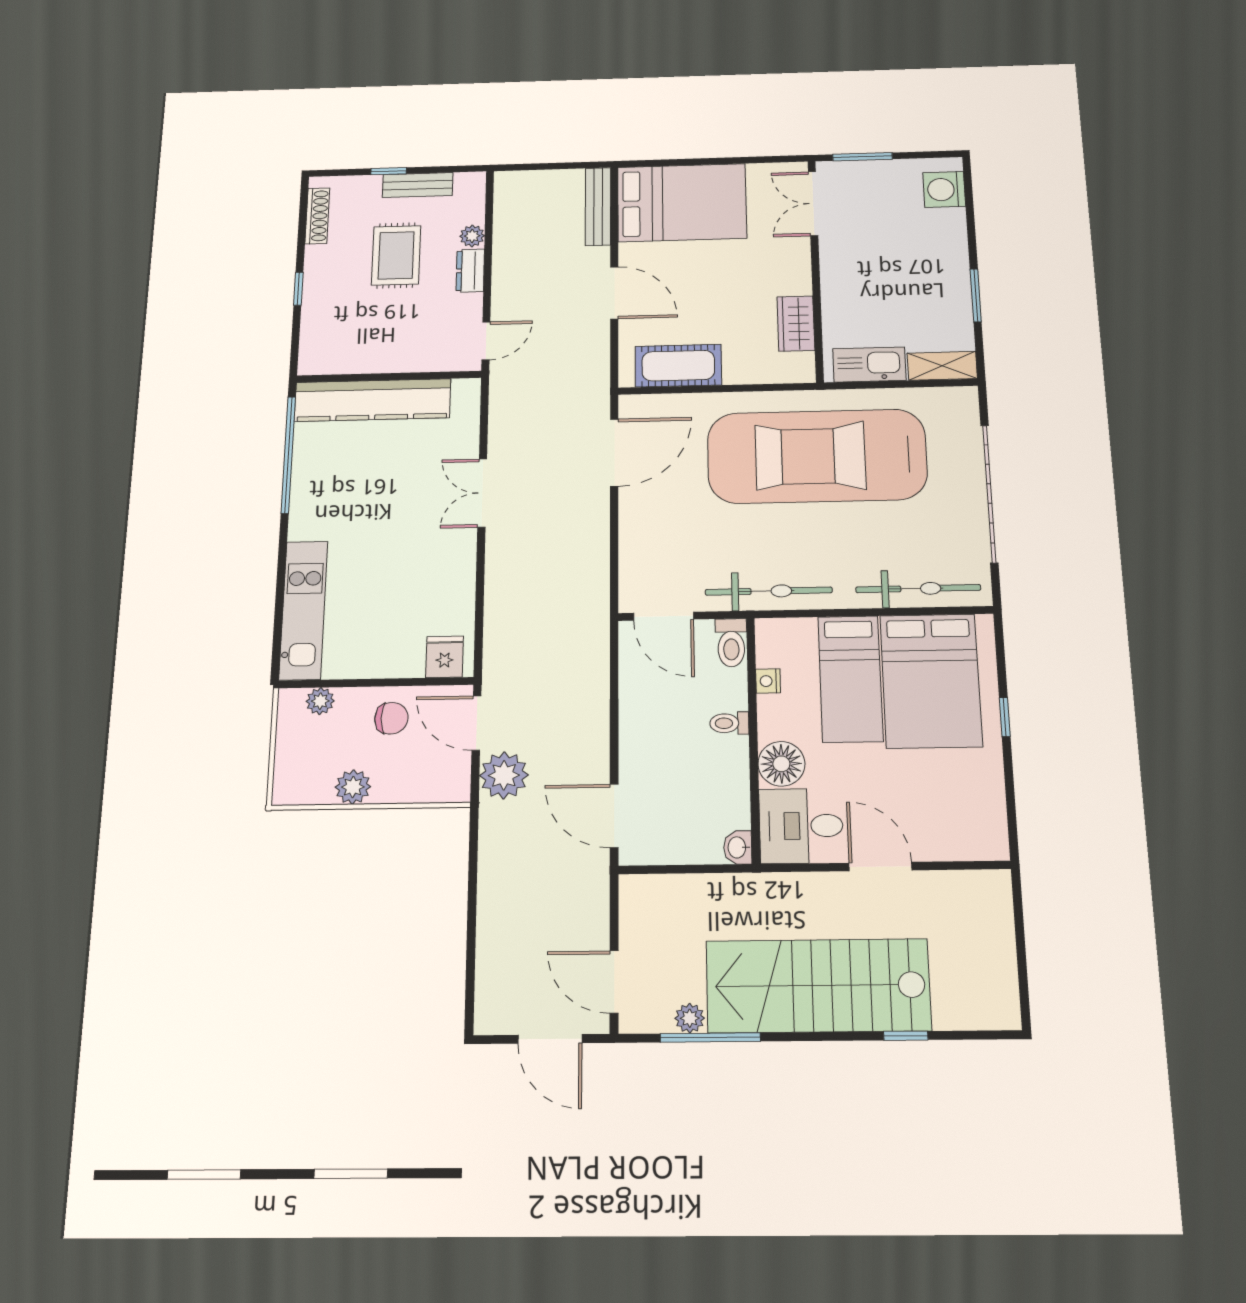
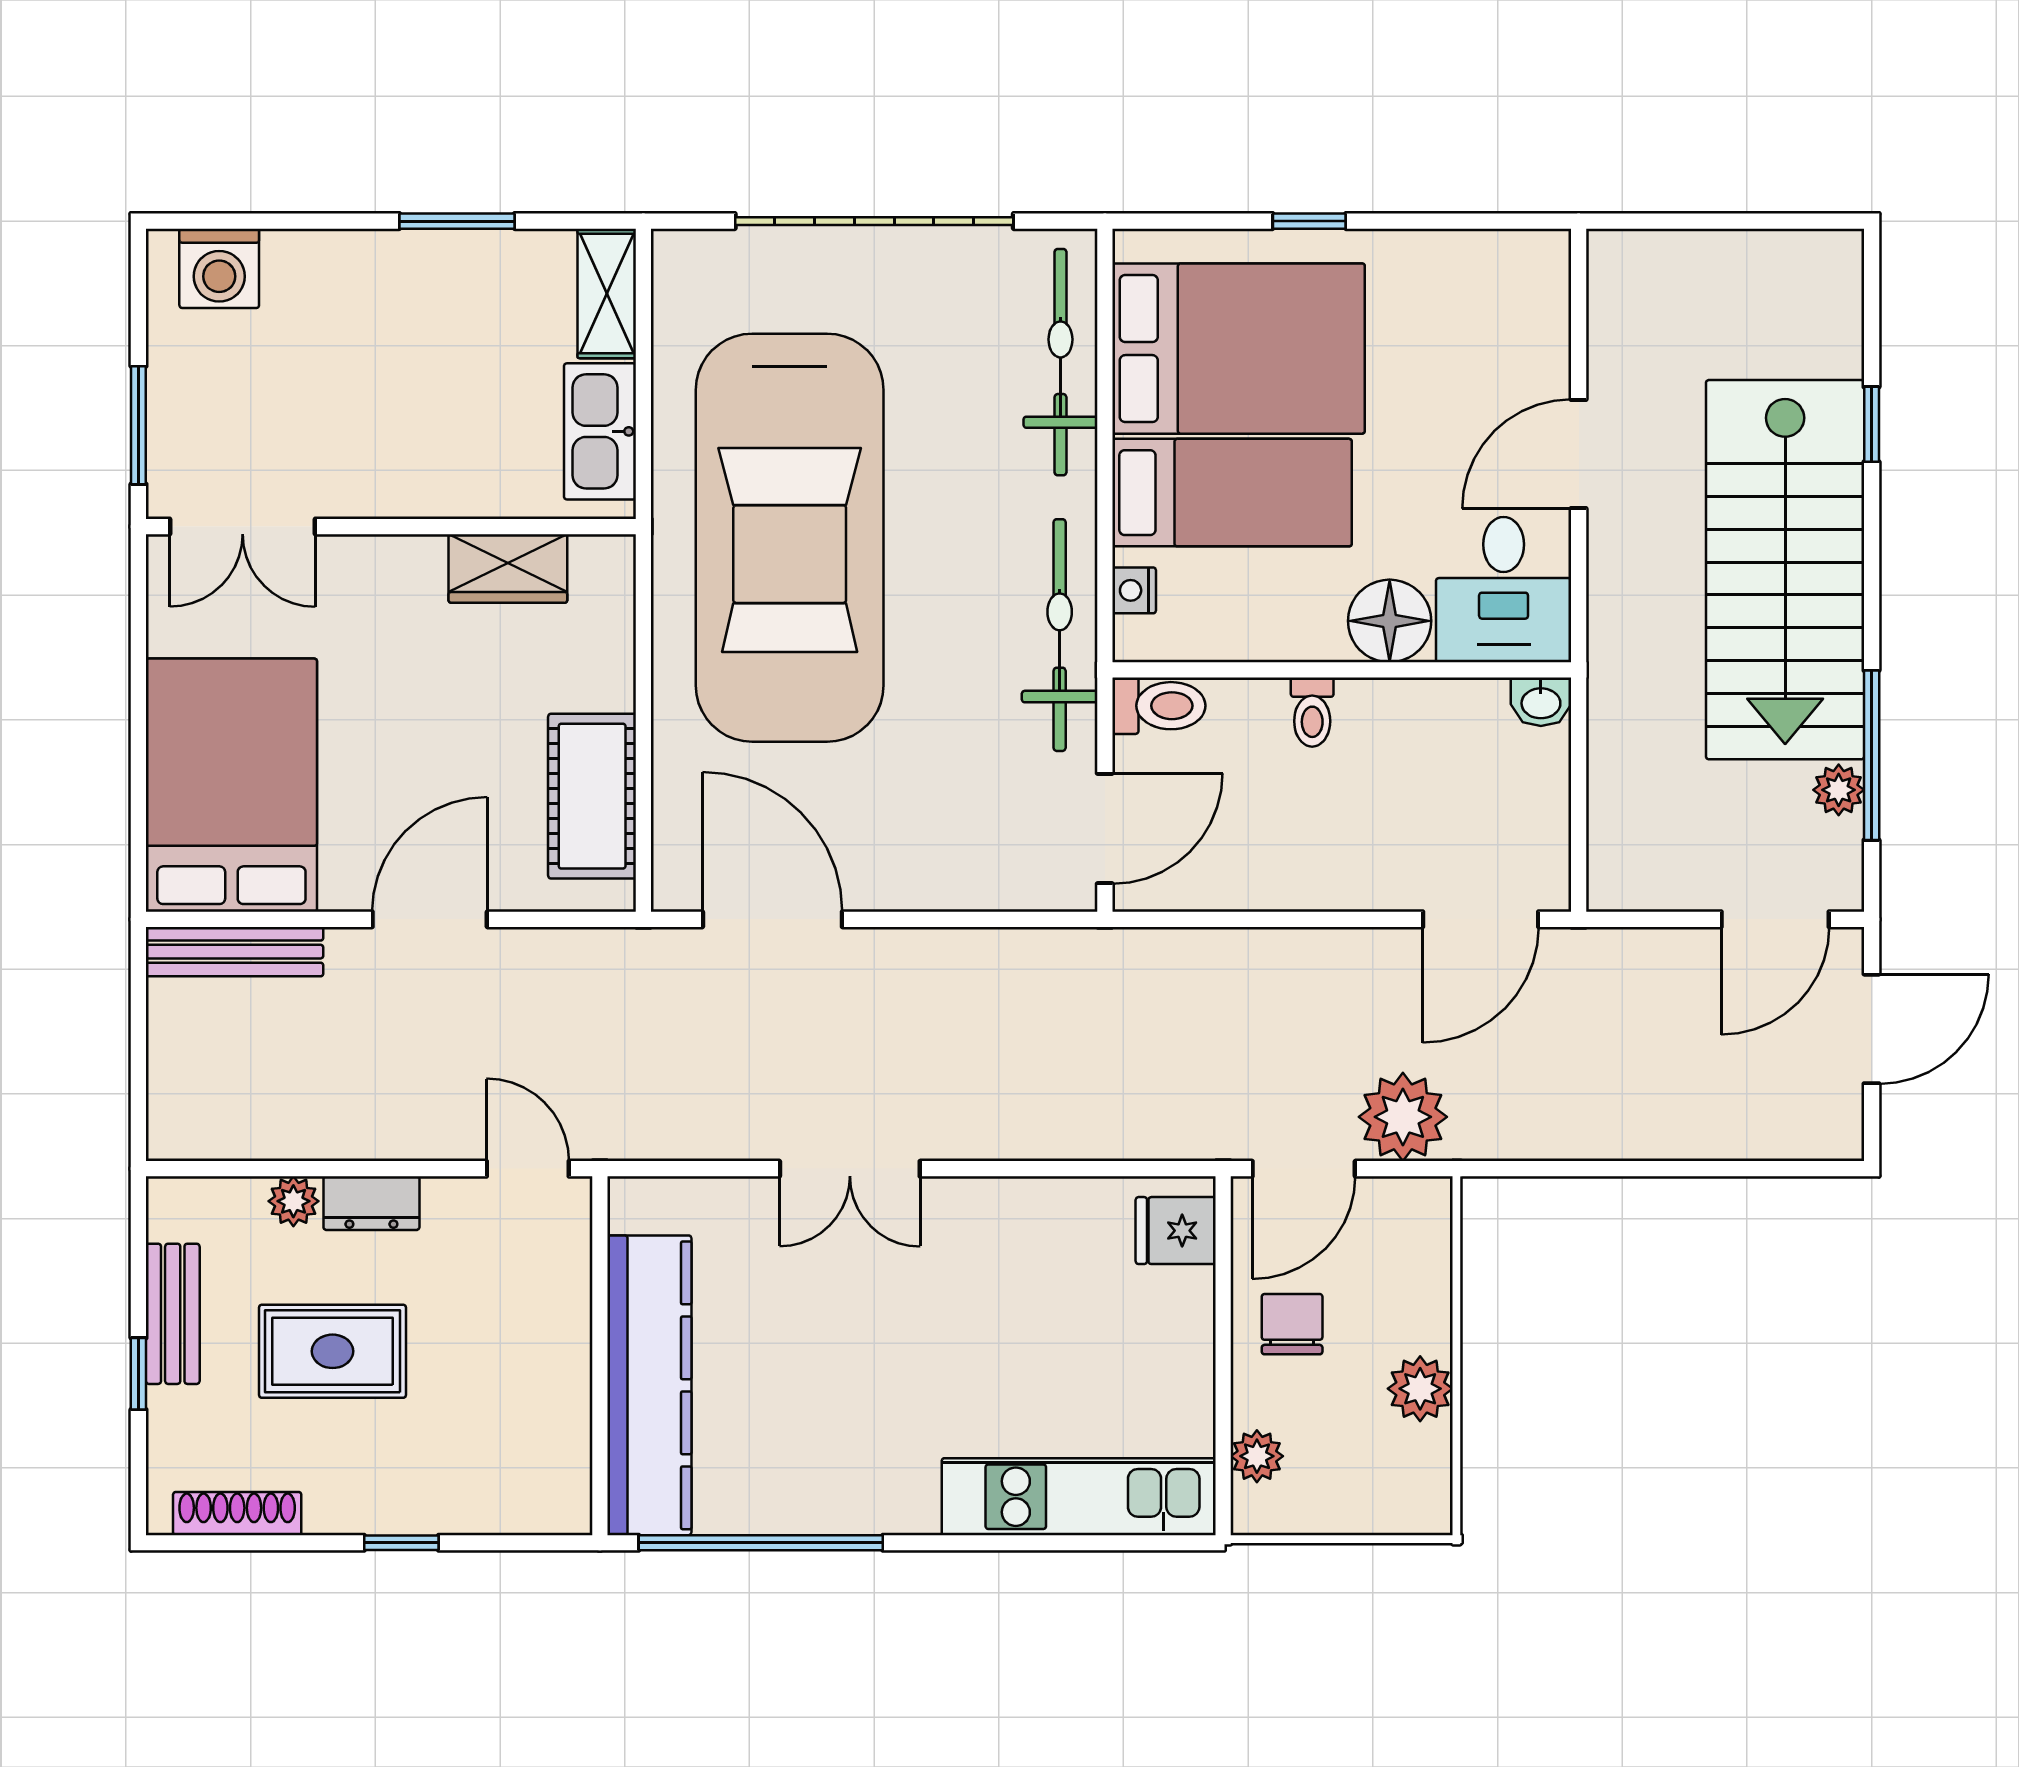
nightstand: (768, 681) -> (1134, 590), moved, turned 90

